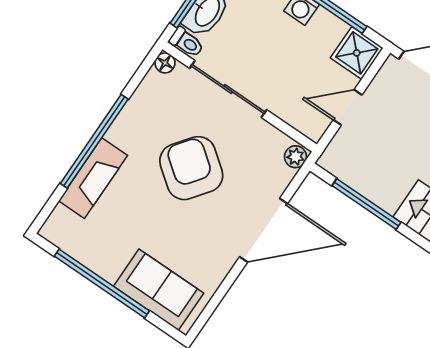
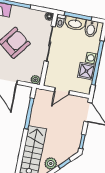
shower: (357, 53) -> (86, 71), moved
door: (348, 107) -> (62, 91), swing flipped

